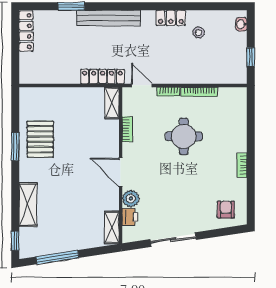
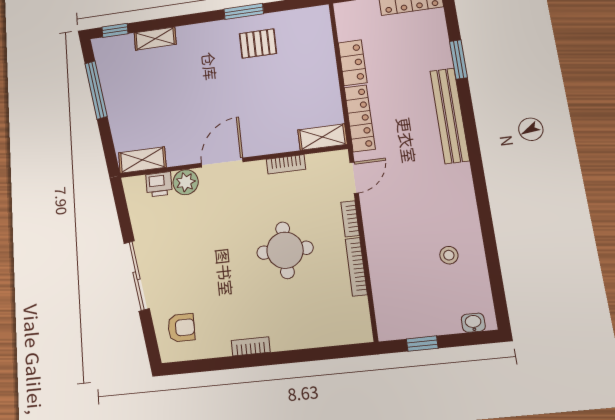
locker: (171, 18) -> (353, 63), moved, turned 180
pallet: (40, 139) -> (258, 43), width x0.67, depth x0.71
shelving: (28, 204) -> (155, 39), width x0.67, depth x0.75
sliding door: (173, 240) -> (137, 276), moved

